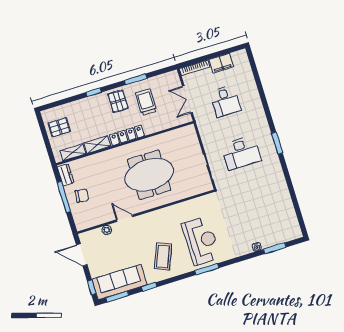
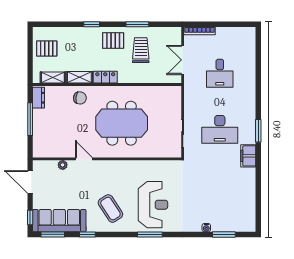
filing cabinet: (221, 63) -> (248, 156), moved, turned 90
pallet: (118, 101) -> (113, 41), turned 90
locker: (127, 135) -> (105, 77), width x0.66
chair: (82, 196) -> (80, 98), moved
coffee table: (163, 256) -> (110, 209), turned -55

